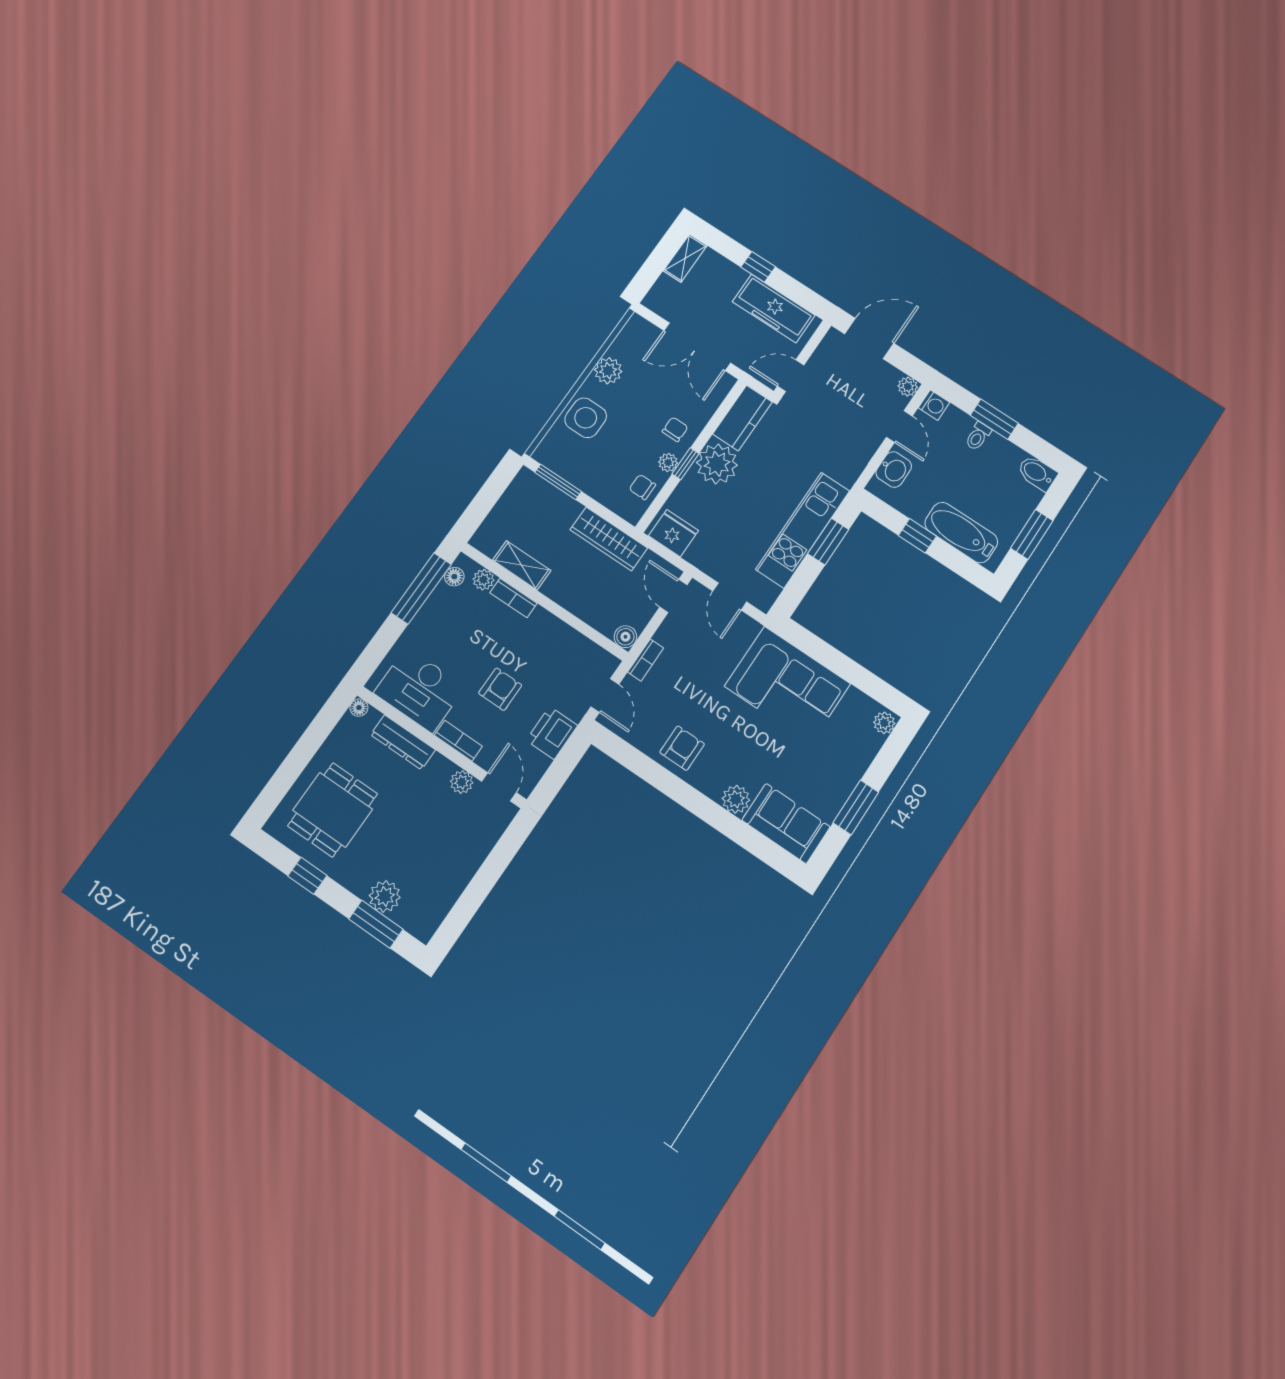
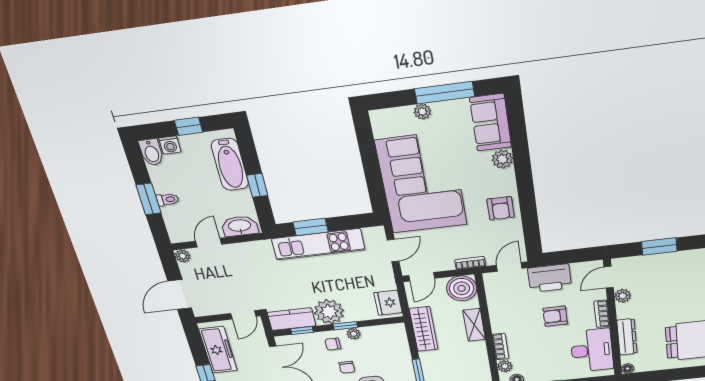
door: (869, 339) -> (180, 295), hinge flipped
door: (791, 376) -> (243, 315), hinge flipped
washing machine: (934, 405) -> (170, 145), moved, turned 180
window: (720, 415) -> (302, 330), added
washbasin: (894, 469) -> (240, 226), width x1.38
chair: (642, 487) -> (347, 367), moved
window: (1032, 535) -> (189, 126), width x0.67
shelving: (522, 565) -> (474, 325), moved
boiler: (625, 637) -> (462, 288), width x1.86, depth x1.86
corner sofa: (787, 685) -> (421, 183), width x1.36, depth x1.36
plant: (884, 723) -> (422, 112), moved
printer: (552, 733) -> (550, 278), width x1.37, depth x1.19
armchair: (682, 748) -> (501, 208), turned -90
window: (856, 807) -> (445, 93), width x1.44
window: (490, 872) -> (659, 246), added

